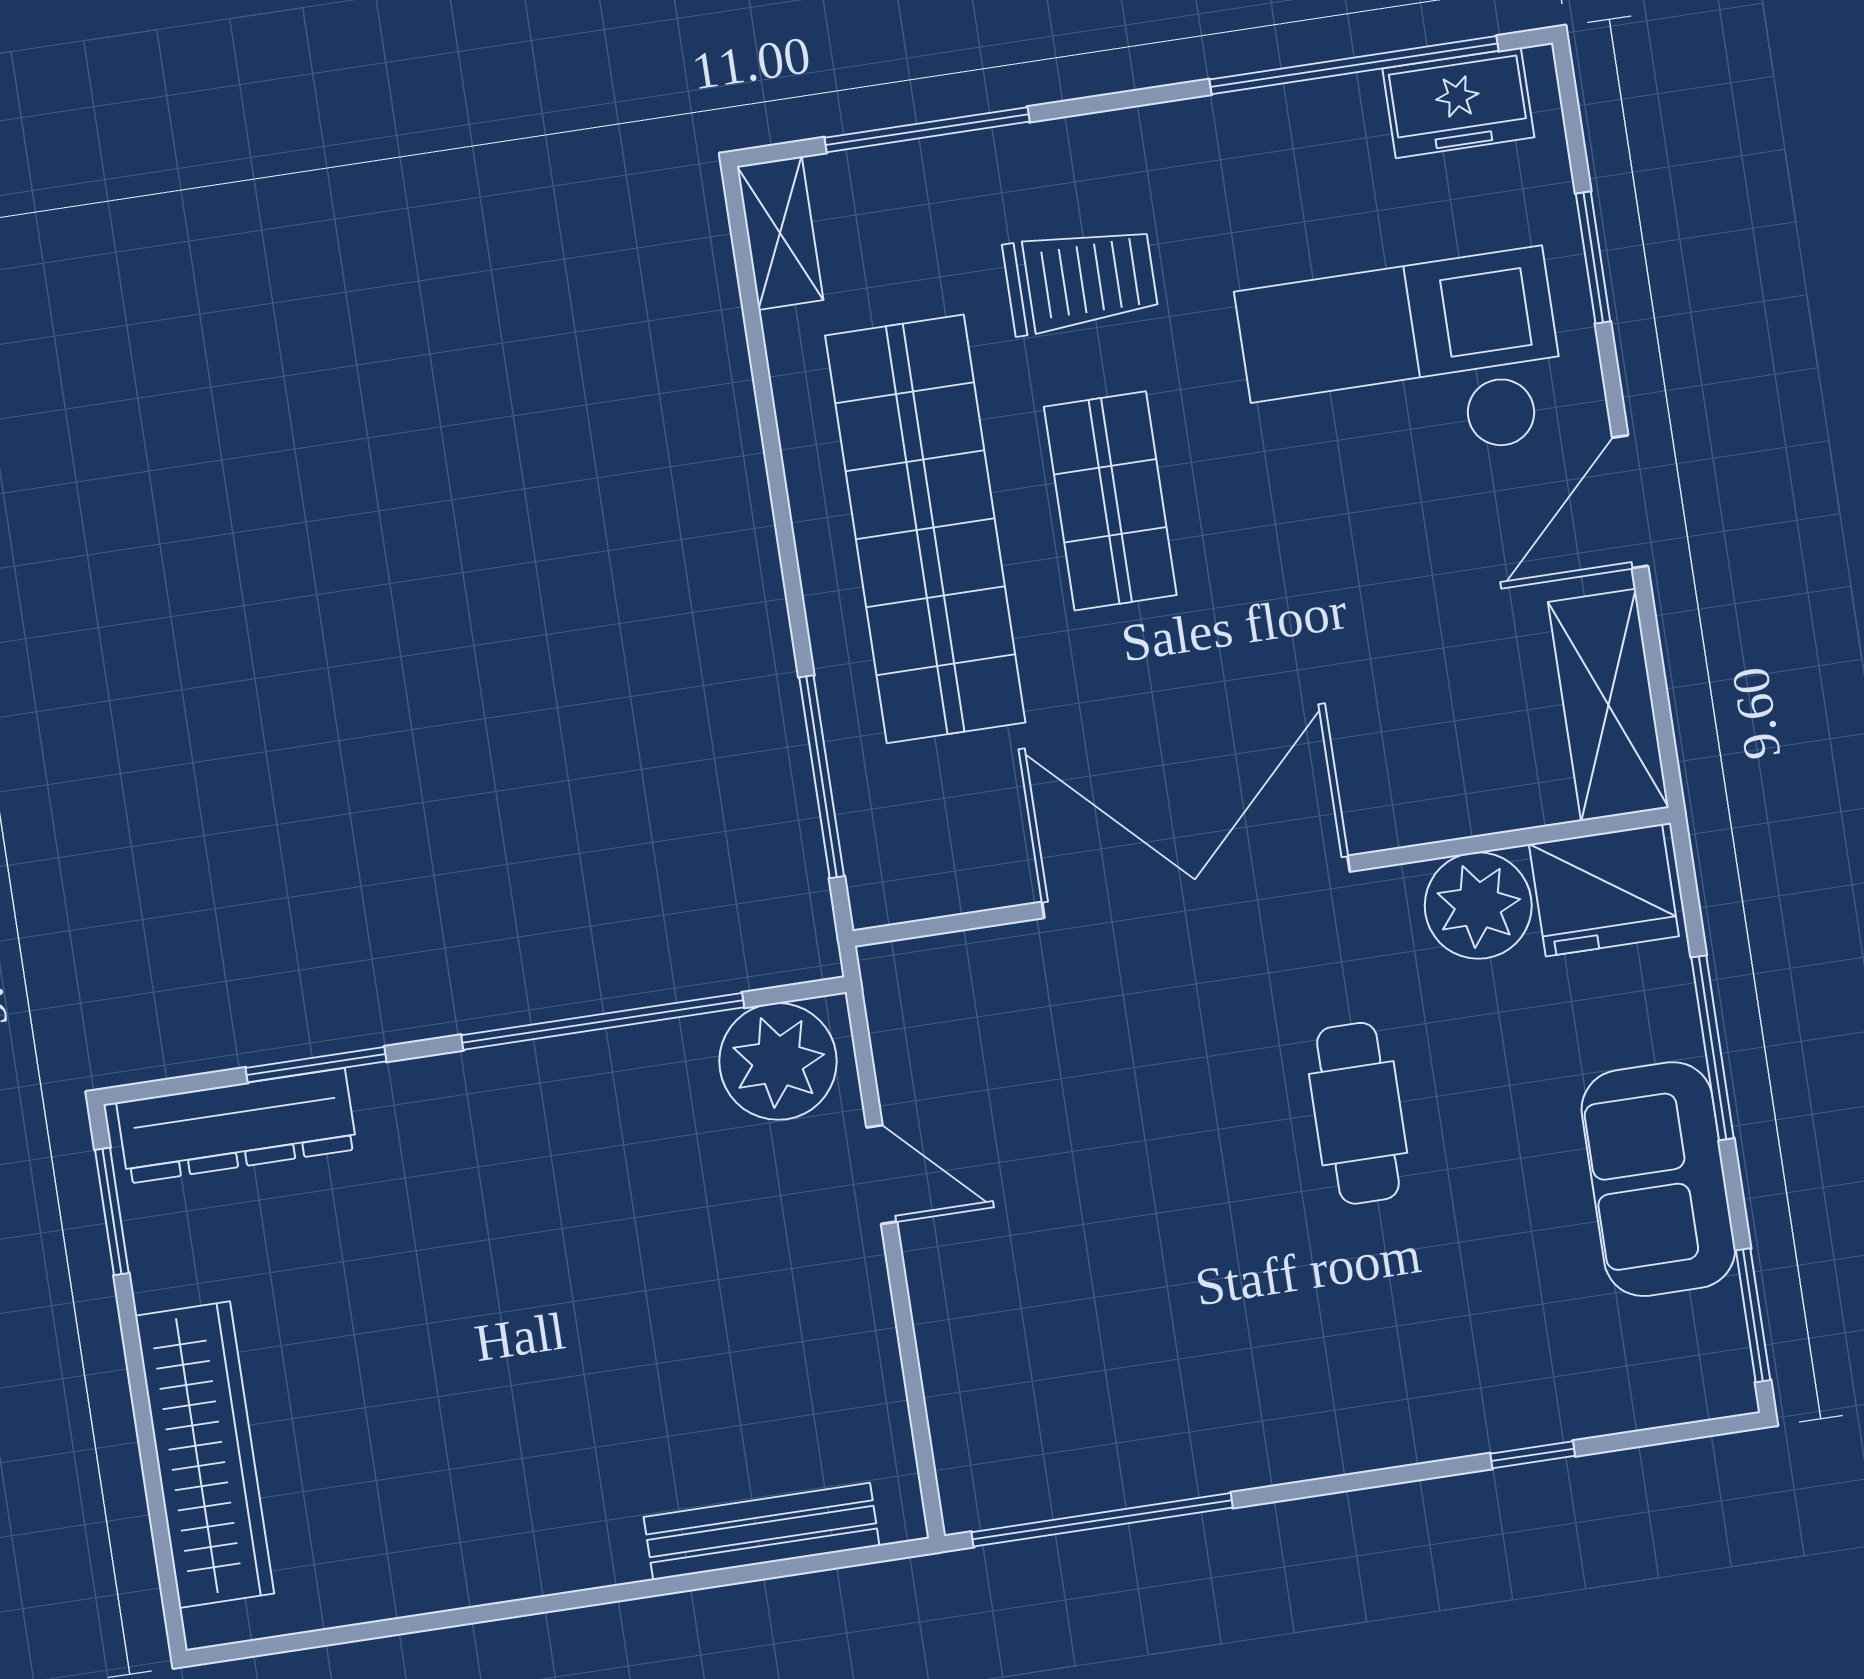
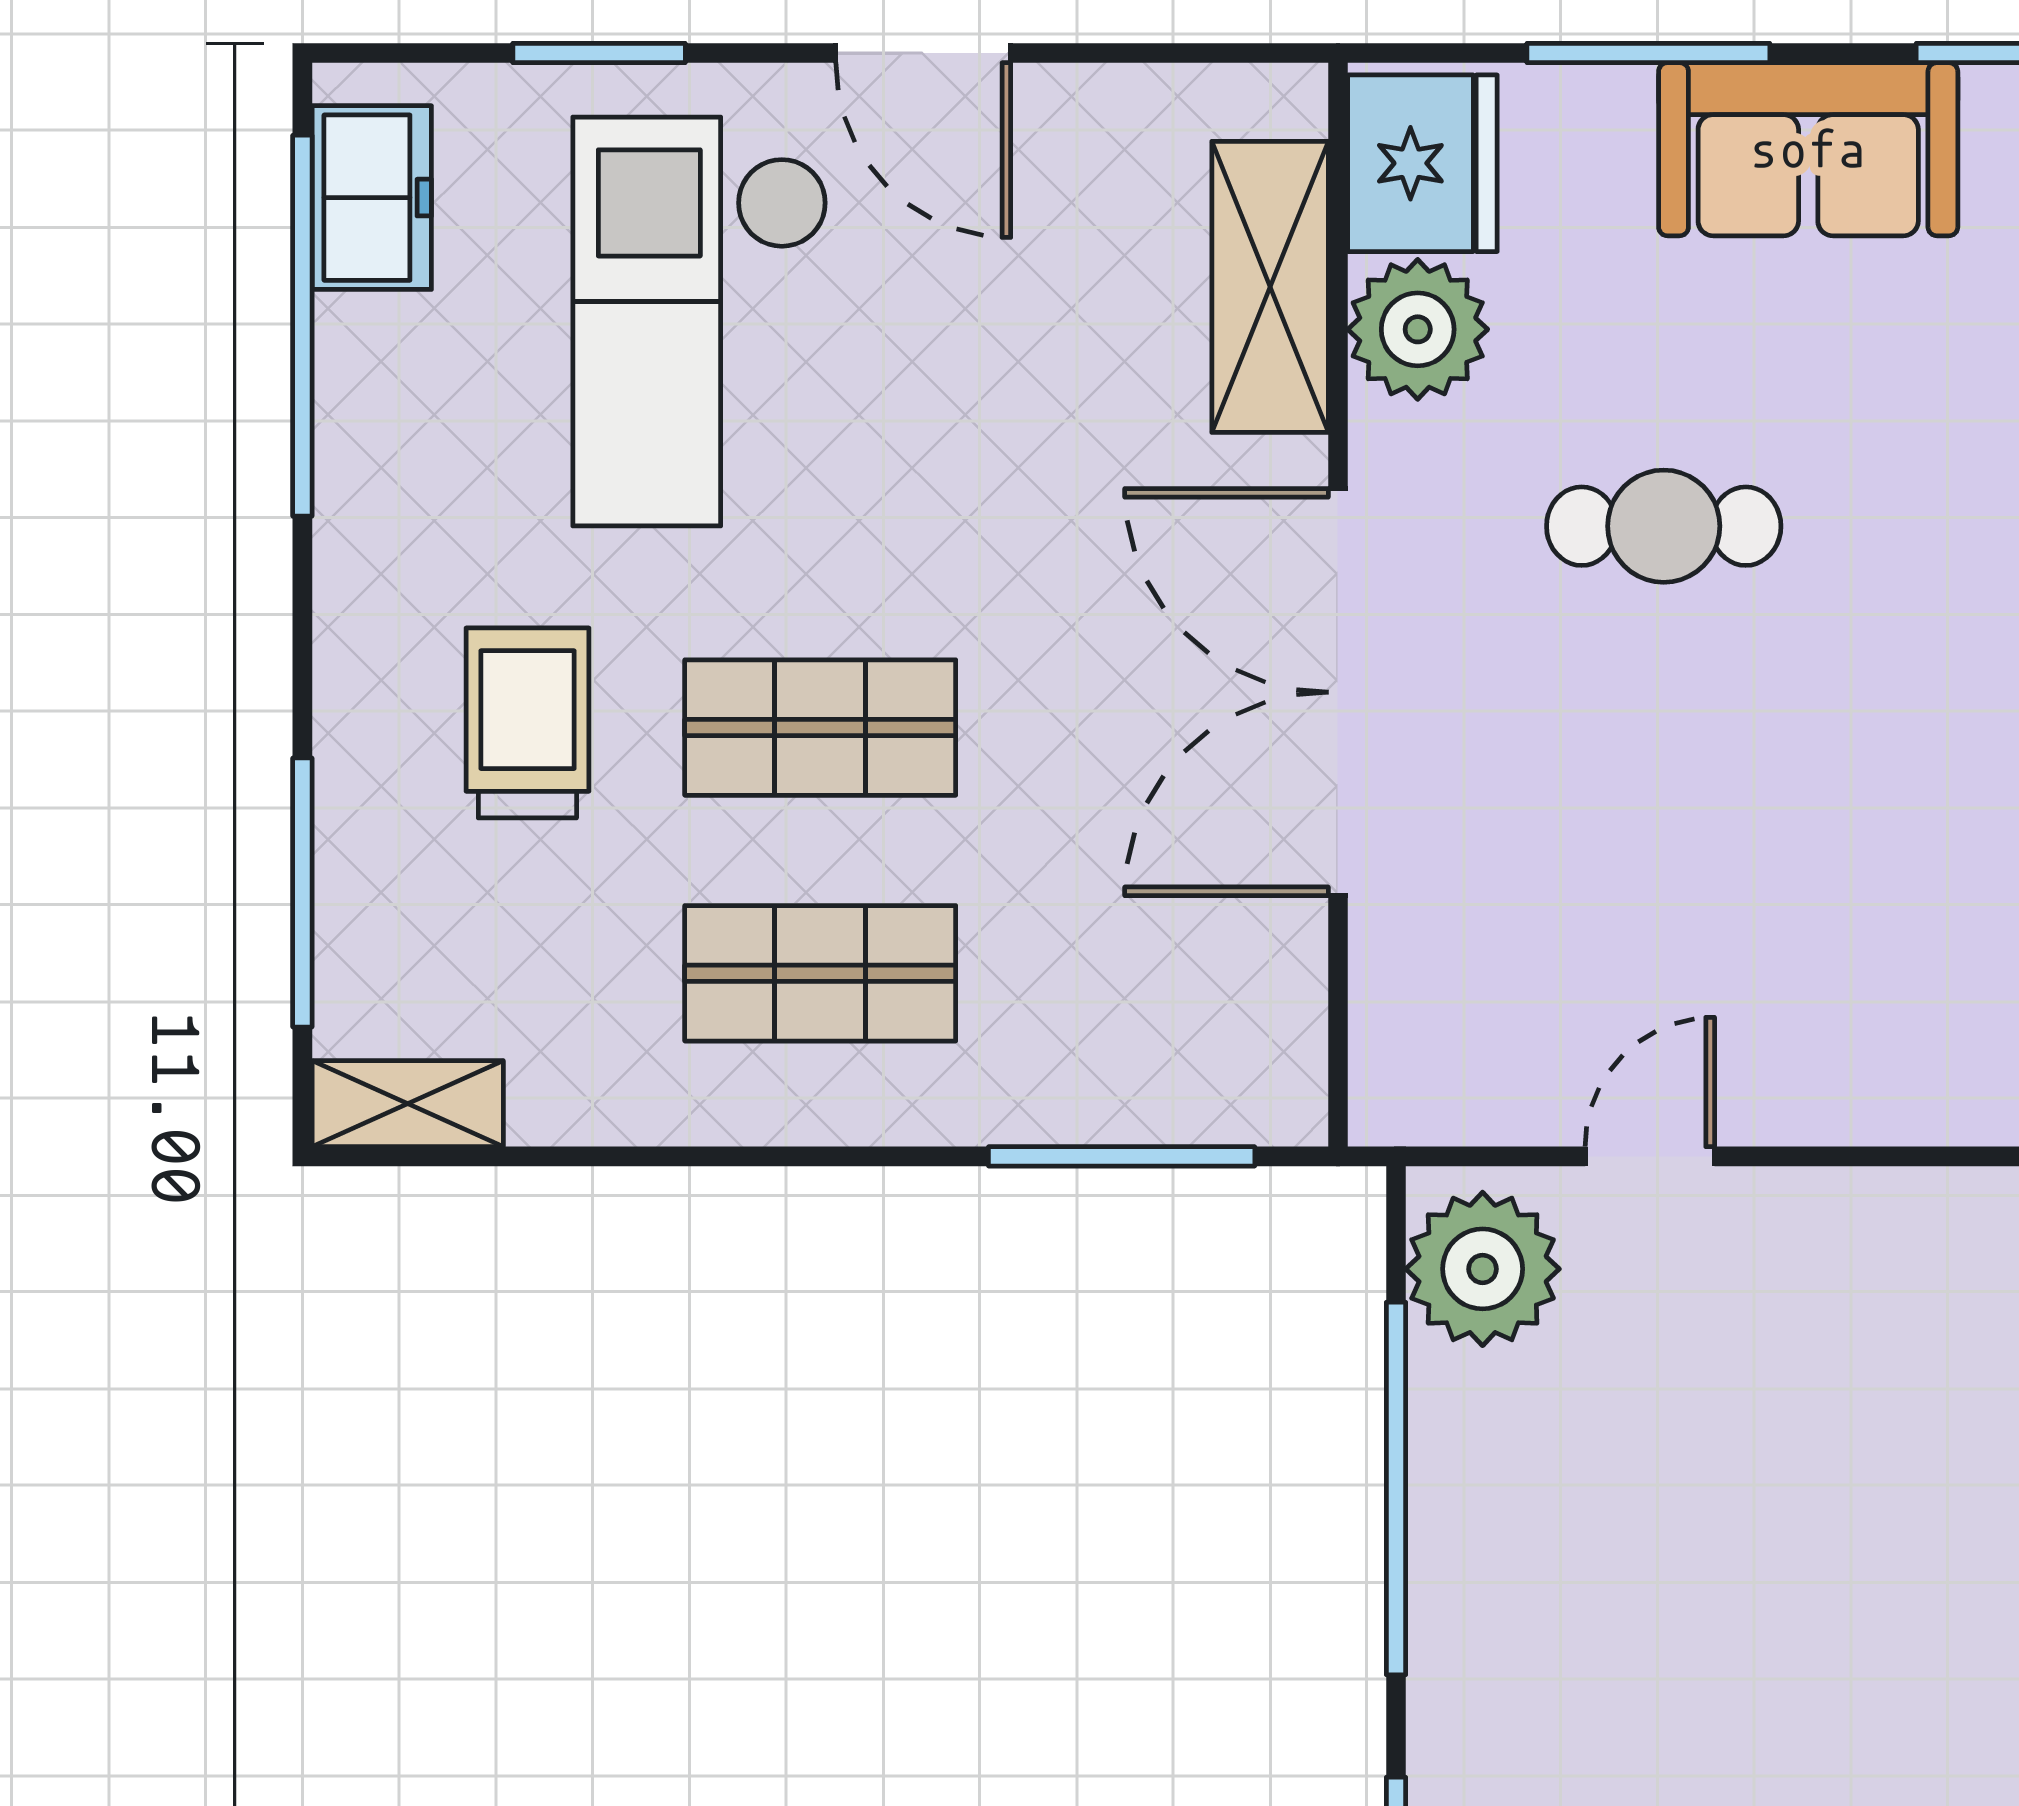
shop shelf: (925, 529) -> (820, 973), width x0.50, depth x0.74
shelving: (1608, 705) -> (1270, 287), moved, turned 90

